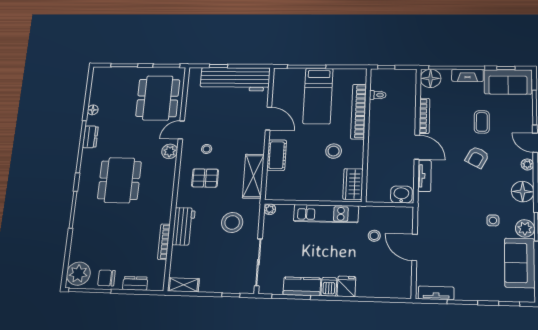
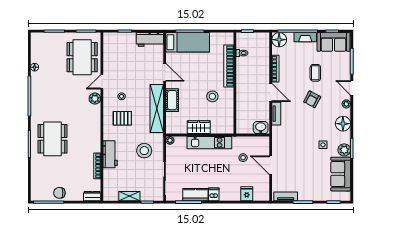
workbench: (235, 79) -> (150, 39), width x0.53, depth x0.76
bed: (318, 96) -> (188, 42), moved, turned -90
dresser: (91, 137) -> (35, 88), removed
shelving: (253, 176) -> (157, 108), width x1.47
dining table: (119, 180) -> (52, 139), moved
wardrobe: (353, 184) -> (199, 127), moved, turned 90
plant: (78, 274) -> (39, 190), removed
dresser: (135, 283) -> (92, 196), moved
shelving: (184, 285) -> (129, 196), moved
fridge: (346, 286) -> (247, 194), moved

